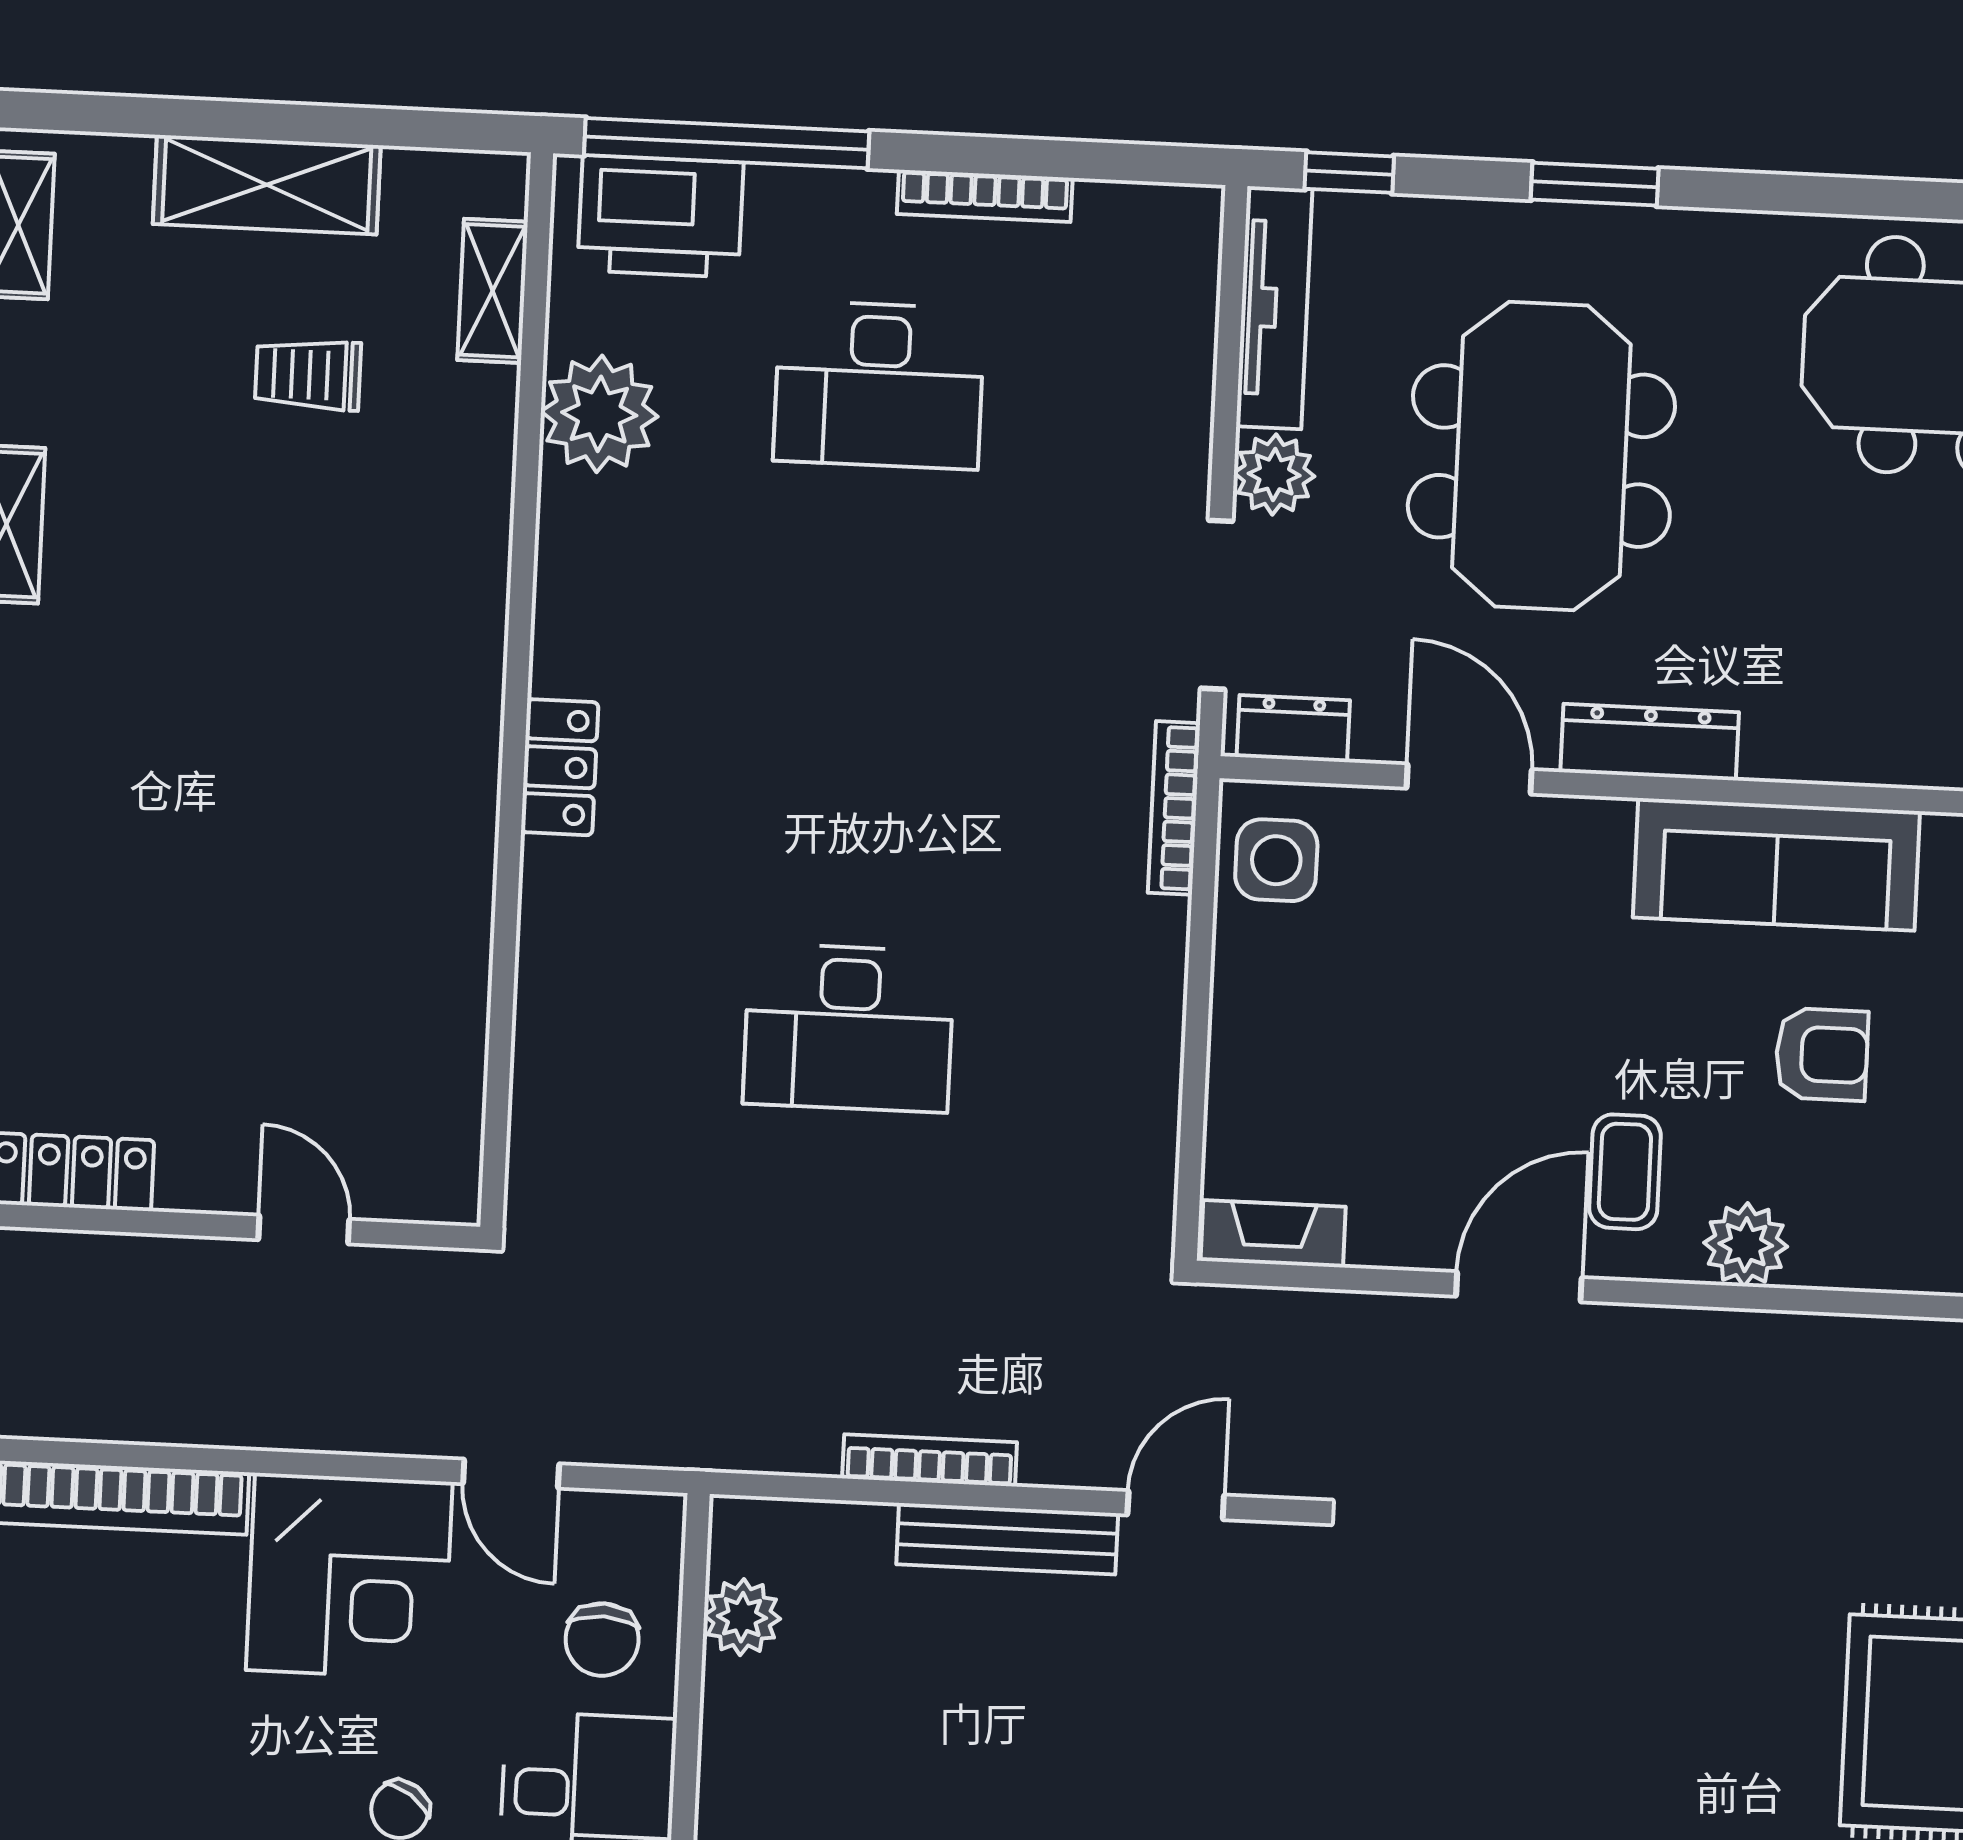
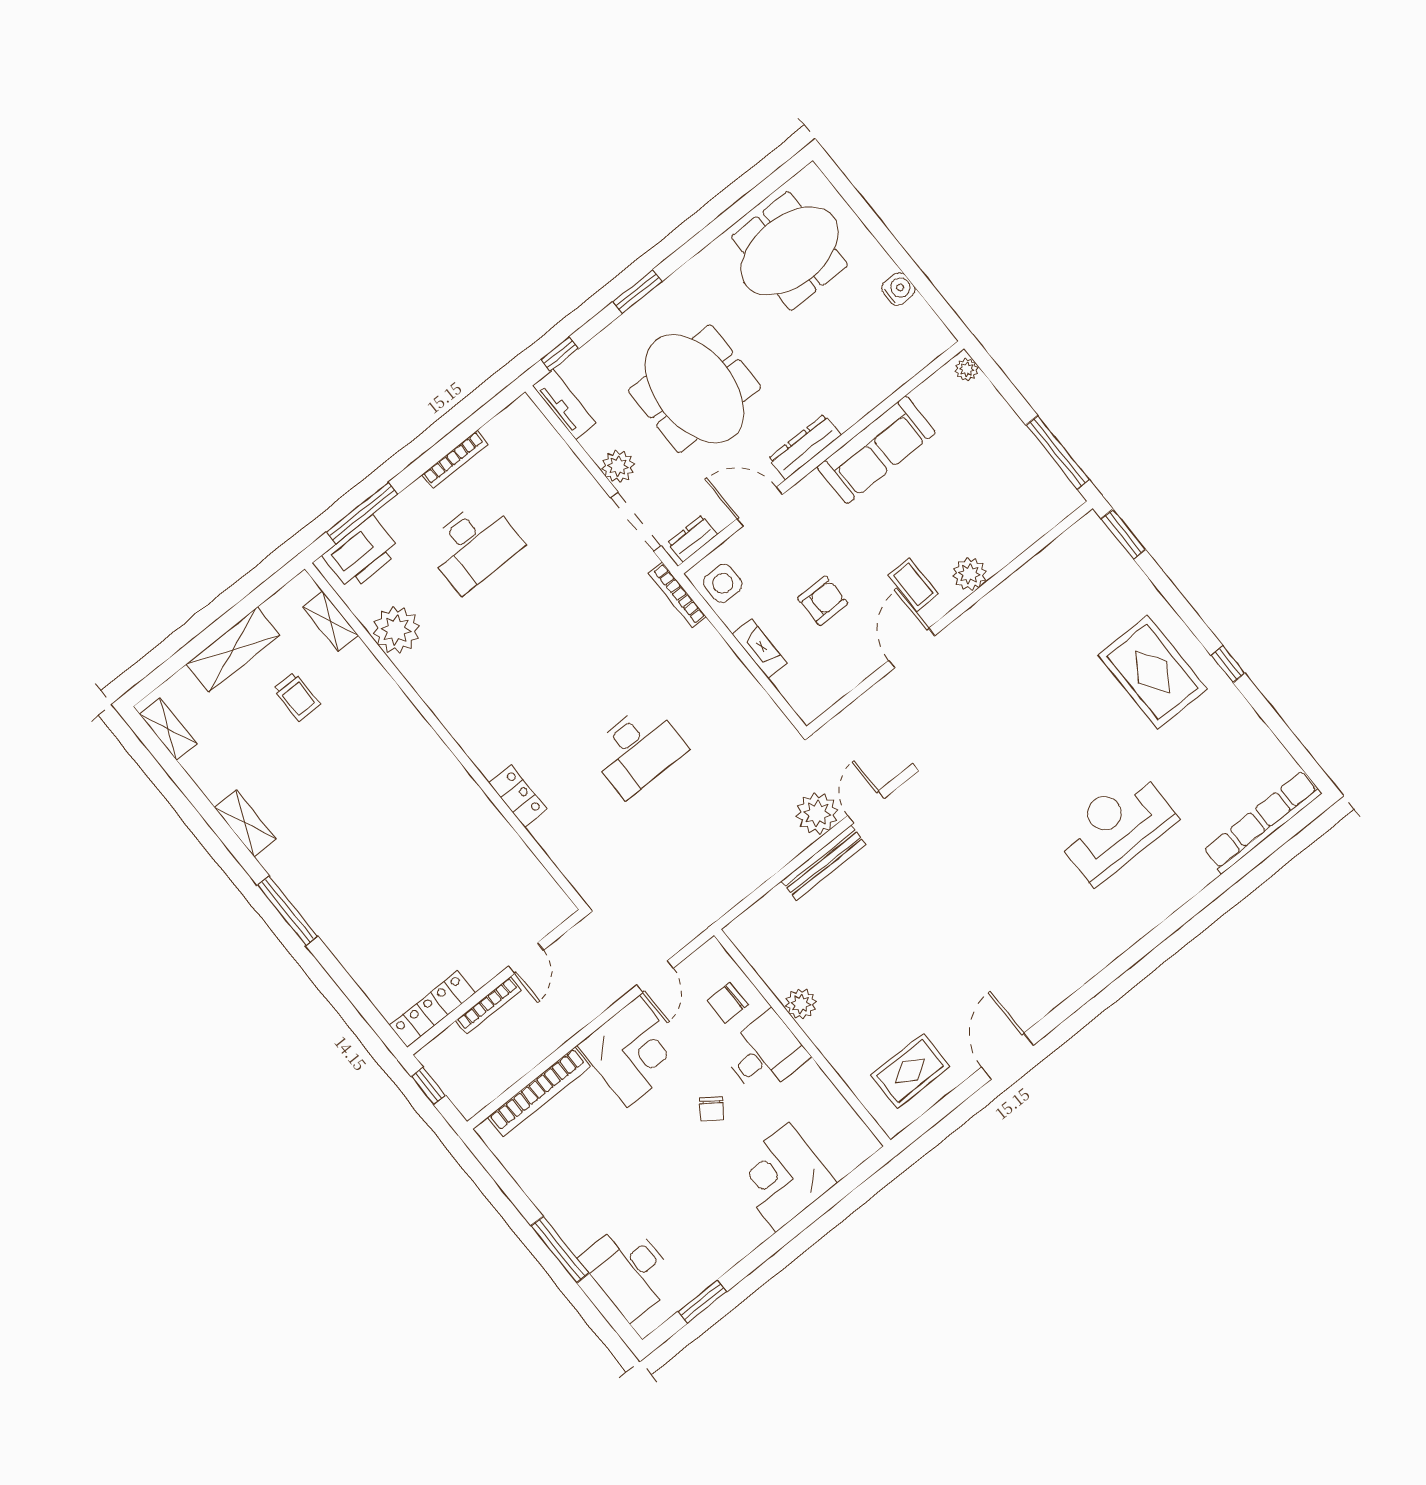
window: (727, 143) -> (362, 513), width x0.68
tv unit: (1274, 308) -> (564, 405), width x0.71
trolley: (308, 375) -> (297, 697), turned -90
locker: (560, 767) -> (518, 796), moved
armchair: (1822, 1054) -> (823, 601), moved
door: (304, 1229) -> (526, 958), swing flipped
fireplace: (1273, 1234) -> (759, 649), moved, turned 90
plant: (1075, 1437) -> (817, 813), added
bookcase: (930, 1460) -> (489, 1005), moved, turned 180
door: (511, 1474) -> (655, 977), hinge flipped
plant: (742, 1617) -> (801, 1004), moved
chair: (602, 1640) -> (727, 1003), turned 88

